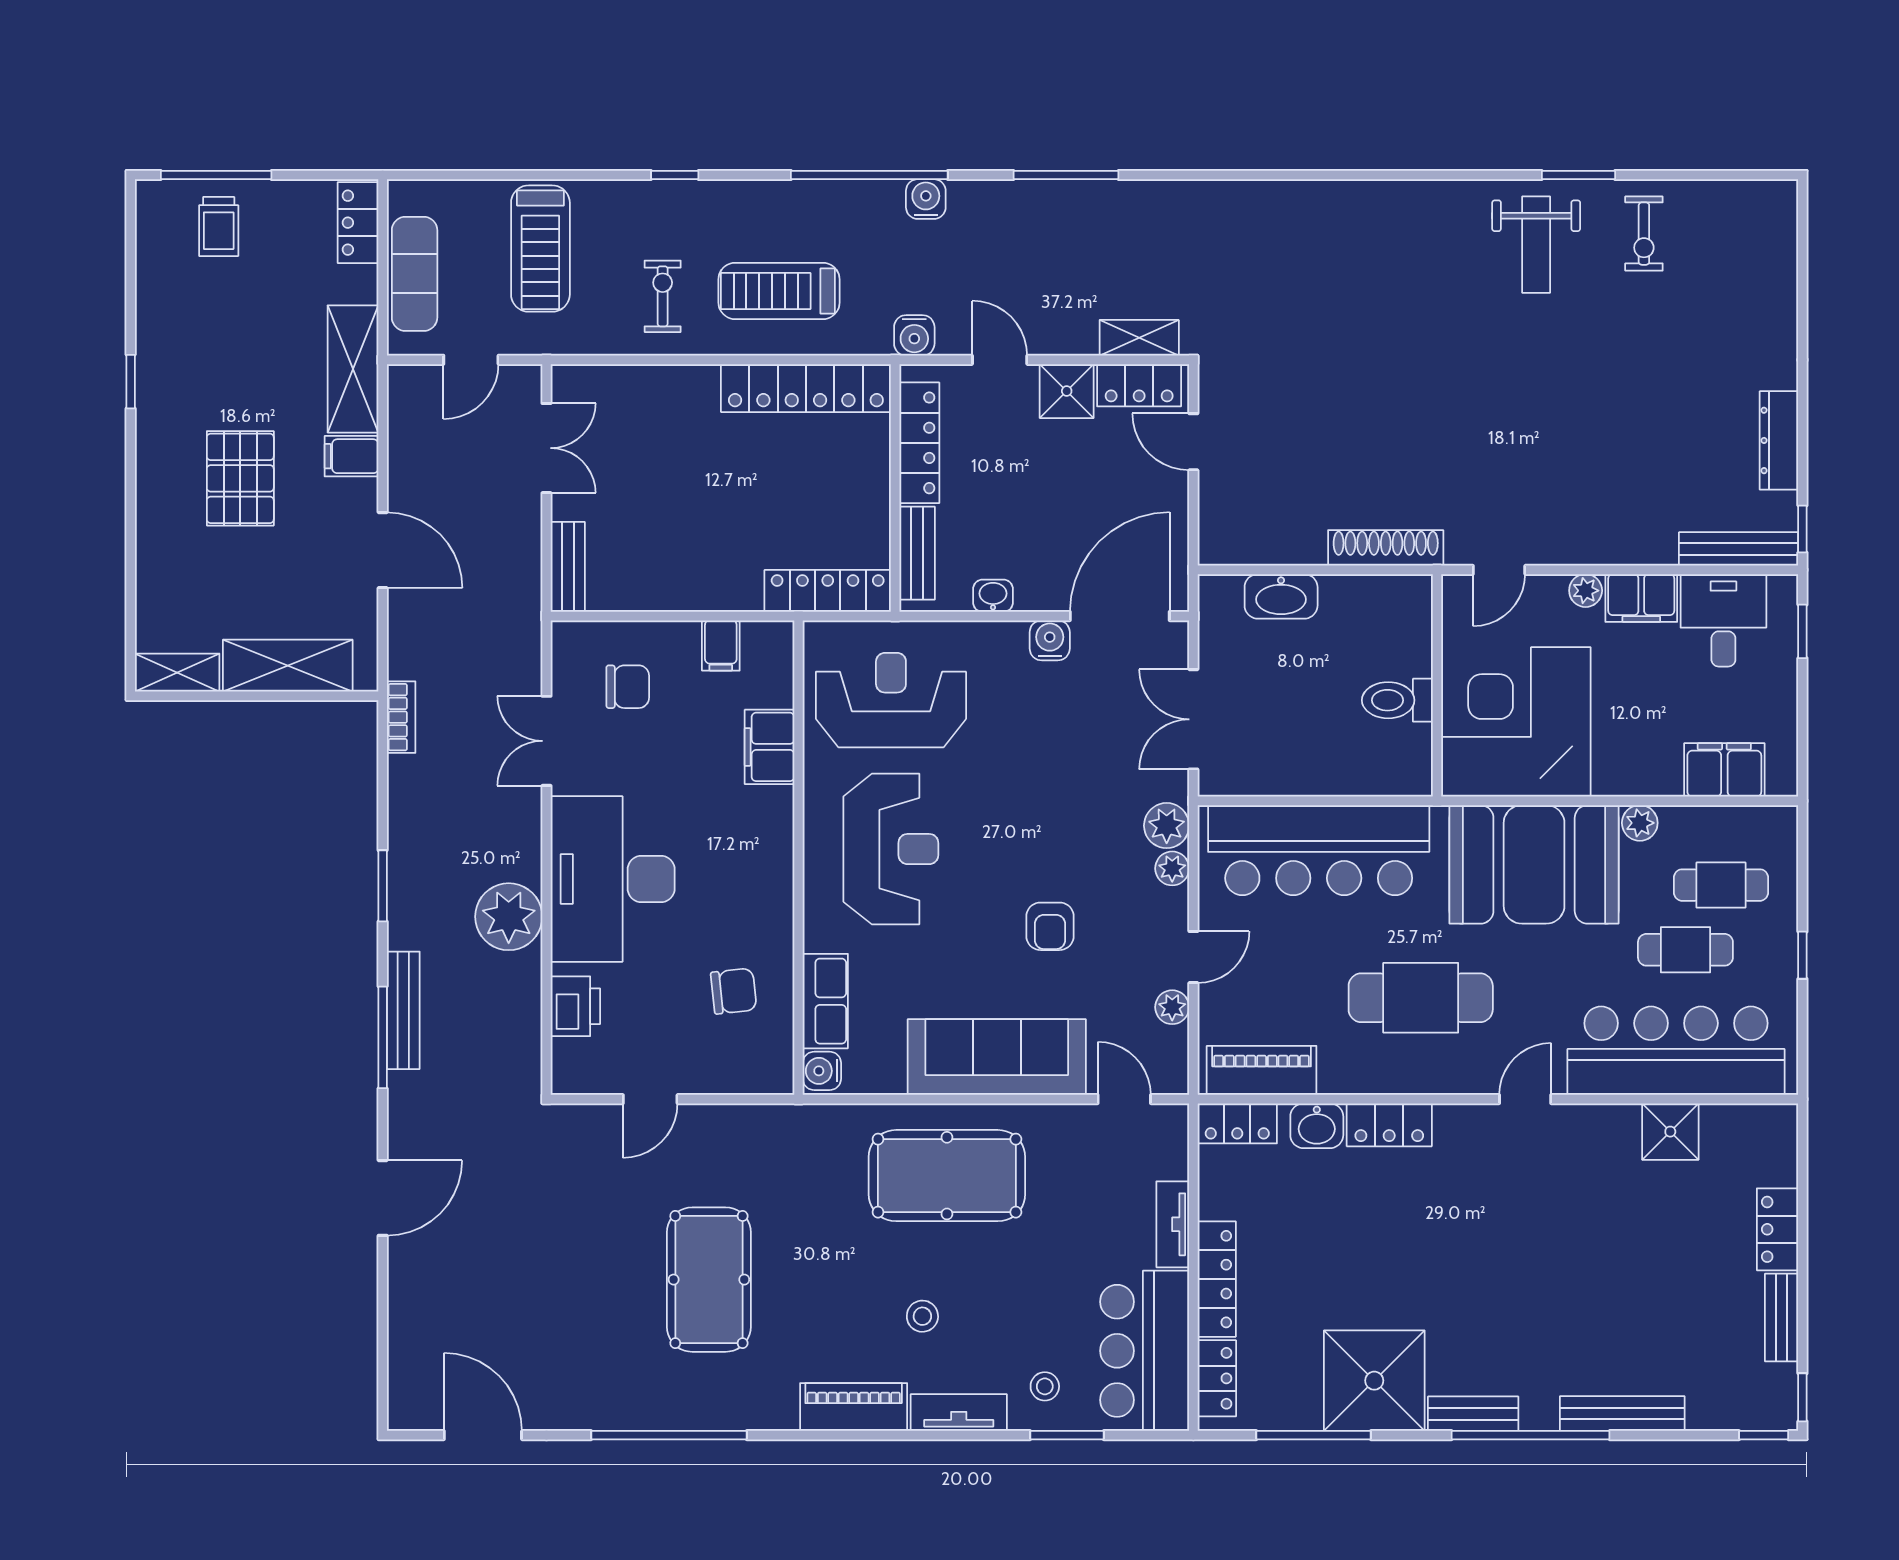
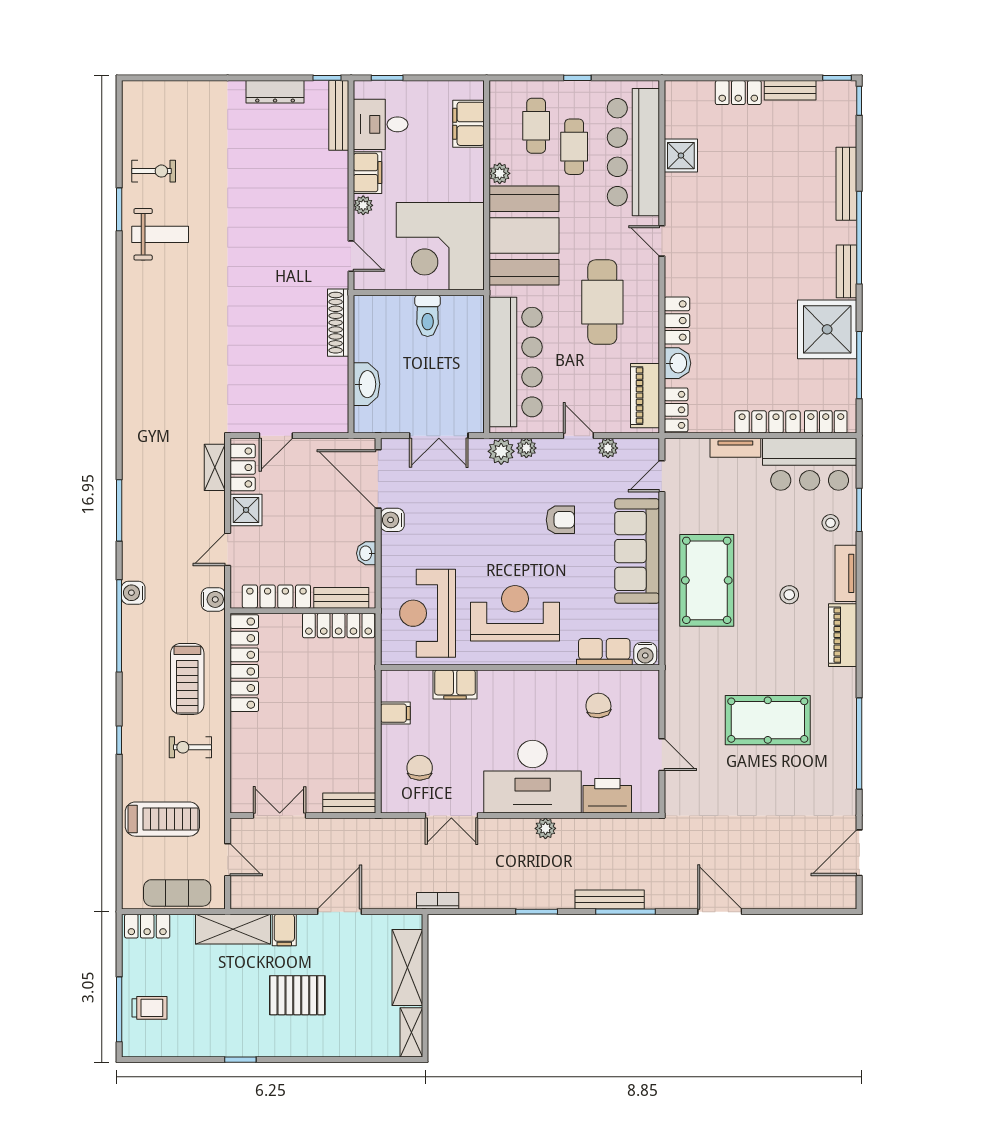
locker: (828, 591) -> (339, 625), moved, turned -90
plant: (509, 917) -> (545, 828), width x0.53, depth x0.53
printer: (575, 1006) -> (607, 796), width x1.37, depth x1.19

